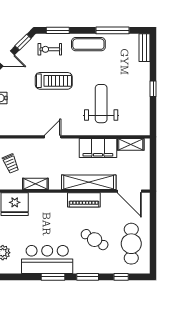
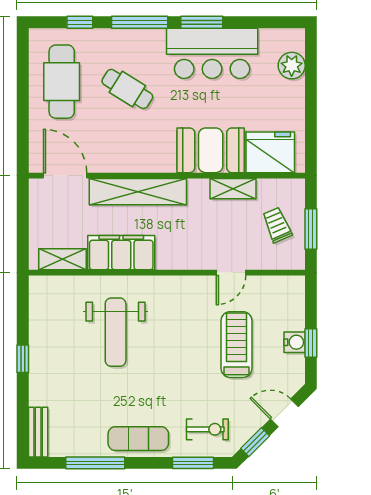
treadmill: (54, 81) -> (236, 345), moved, turned 90
door: (53, 137) -> (231, 273), moved
piano: (84, 200) -> (146, 160), removed
booth: (48, 205) -> (211, 150), added
window: (88, 277) -> (140, 22), width x1.44

